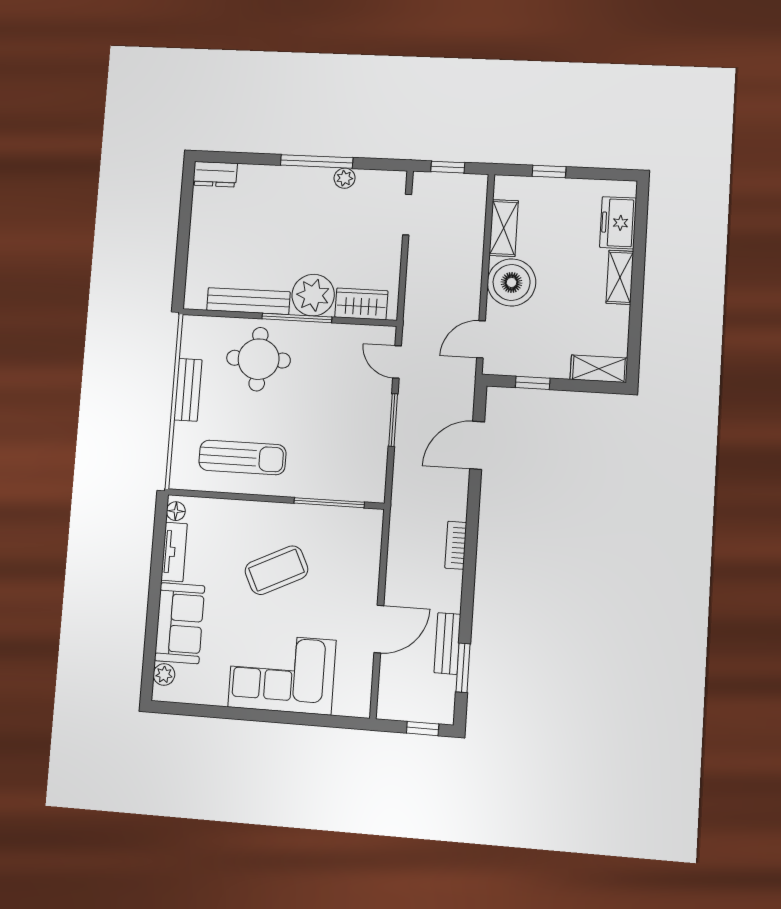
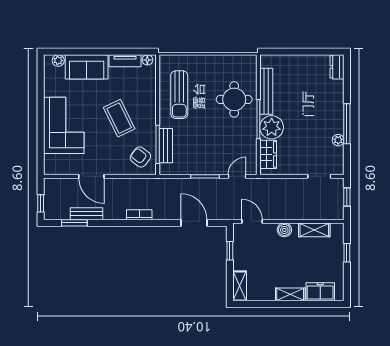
boiler: (512, 282) -> (284, 230), width x0.54, depth x0.54
bench: (188, 390) -> (166, 146), moved, turned 90
armchair: (350, 536) -> (140, 157), added

